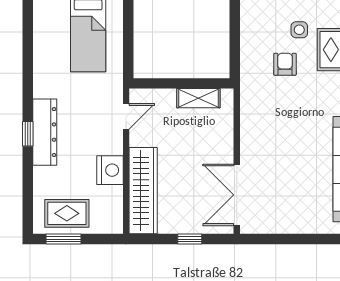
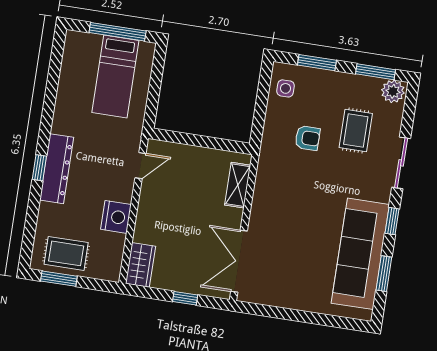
side table: (299, 30) -> (286, 88), moved
armchair: (285, 64) -> (307, 138), turned 90
shelving: (198, 98) -> (238, 185), moved, turned 90
wardrobe: (143, 191) -> (140, 265), width x0.48, depth x0.85

